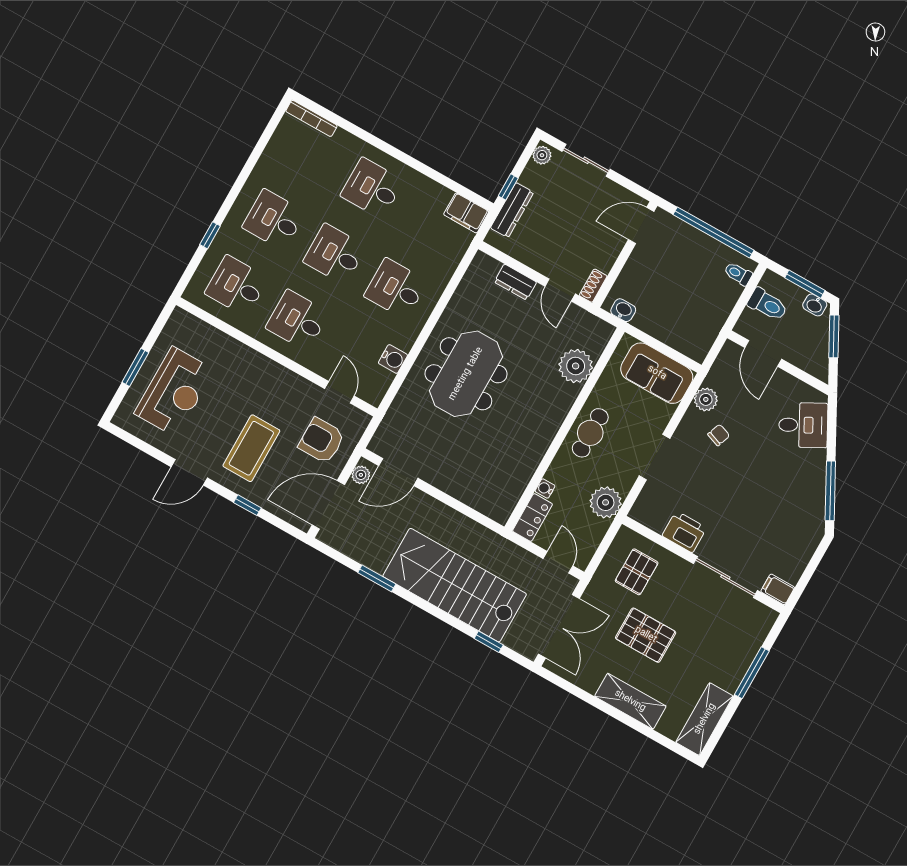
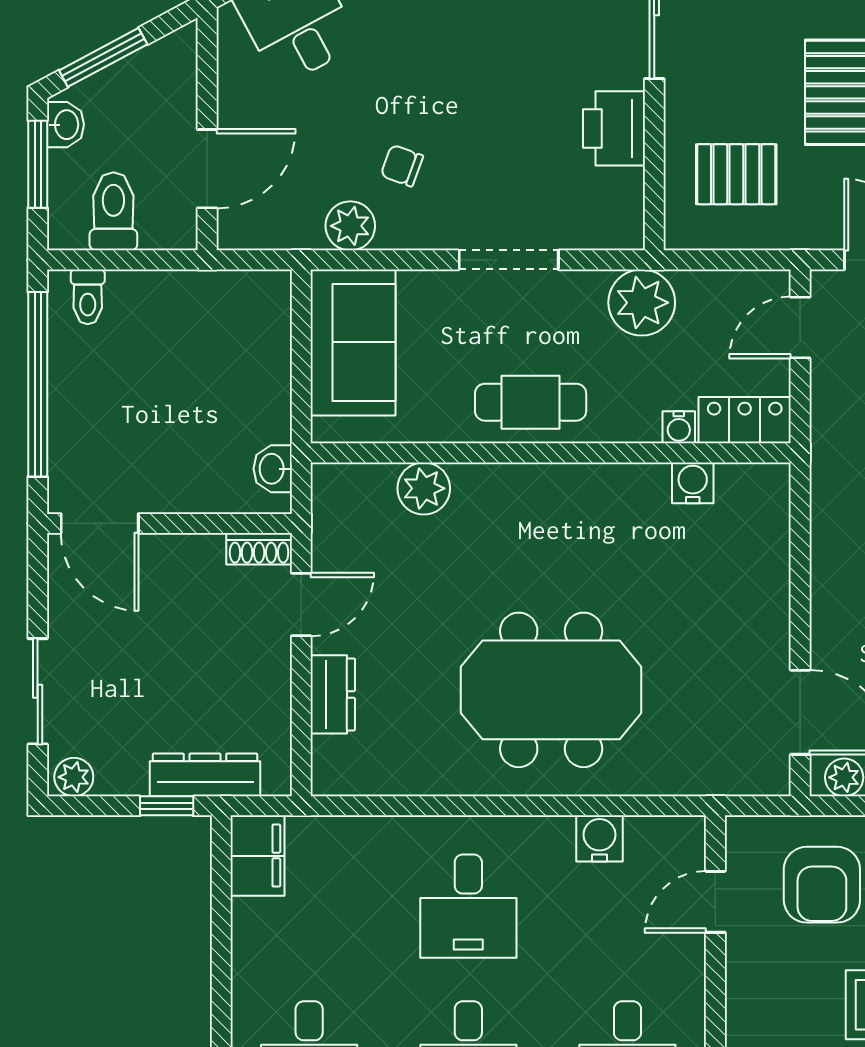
plant: (576, 366) -> (424, 488), width x0.73, depth x0.73
water cooler: (519, 481) -> (693, 483), added

